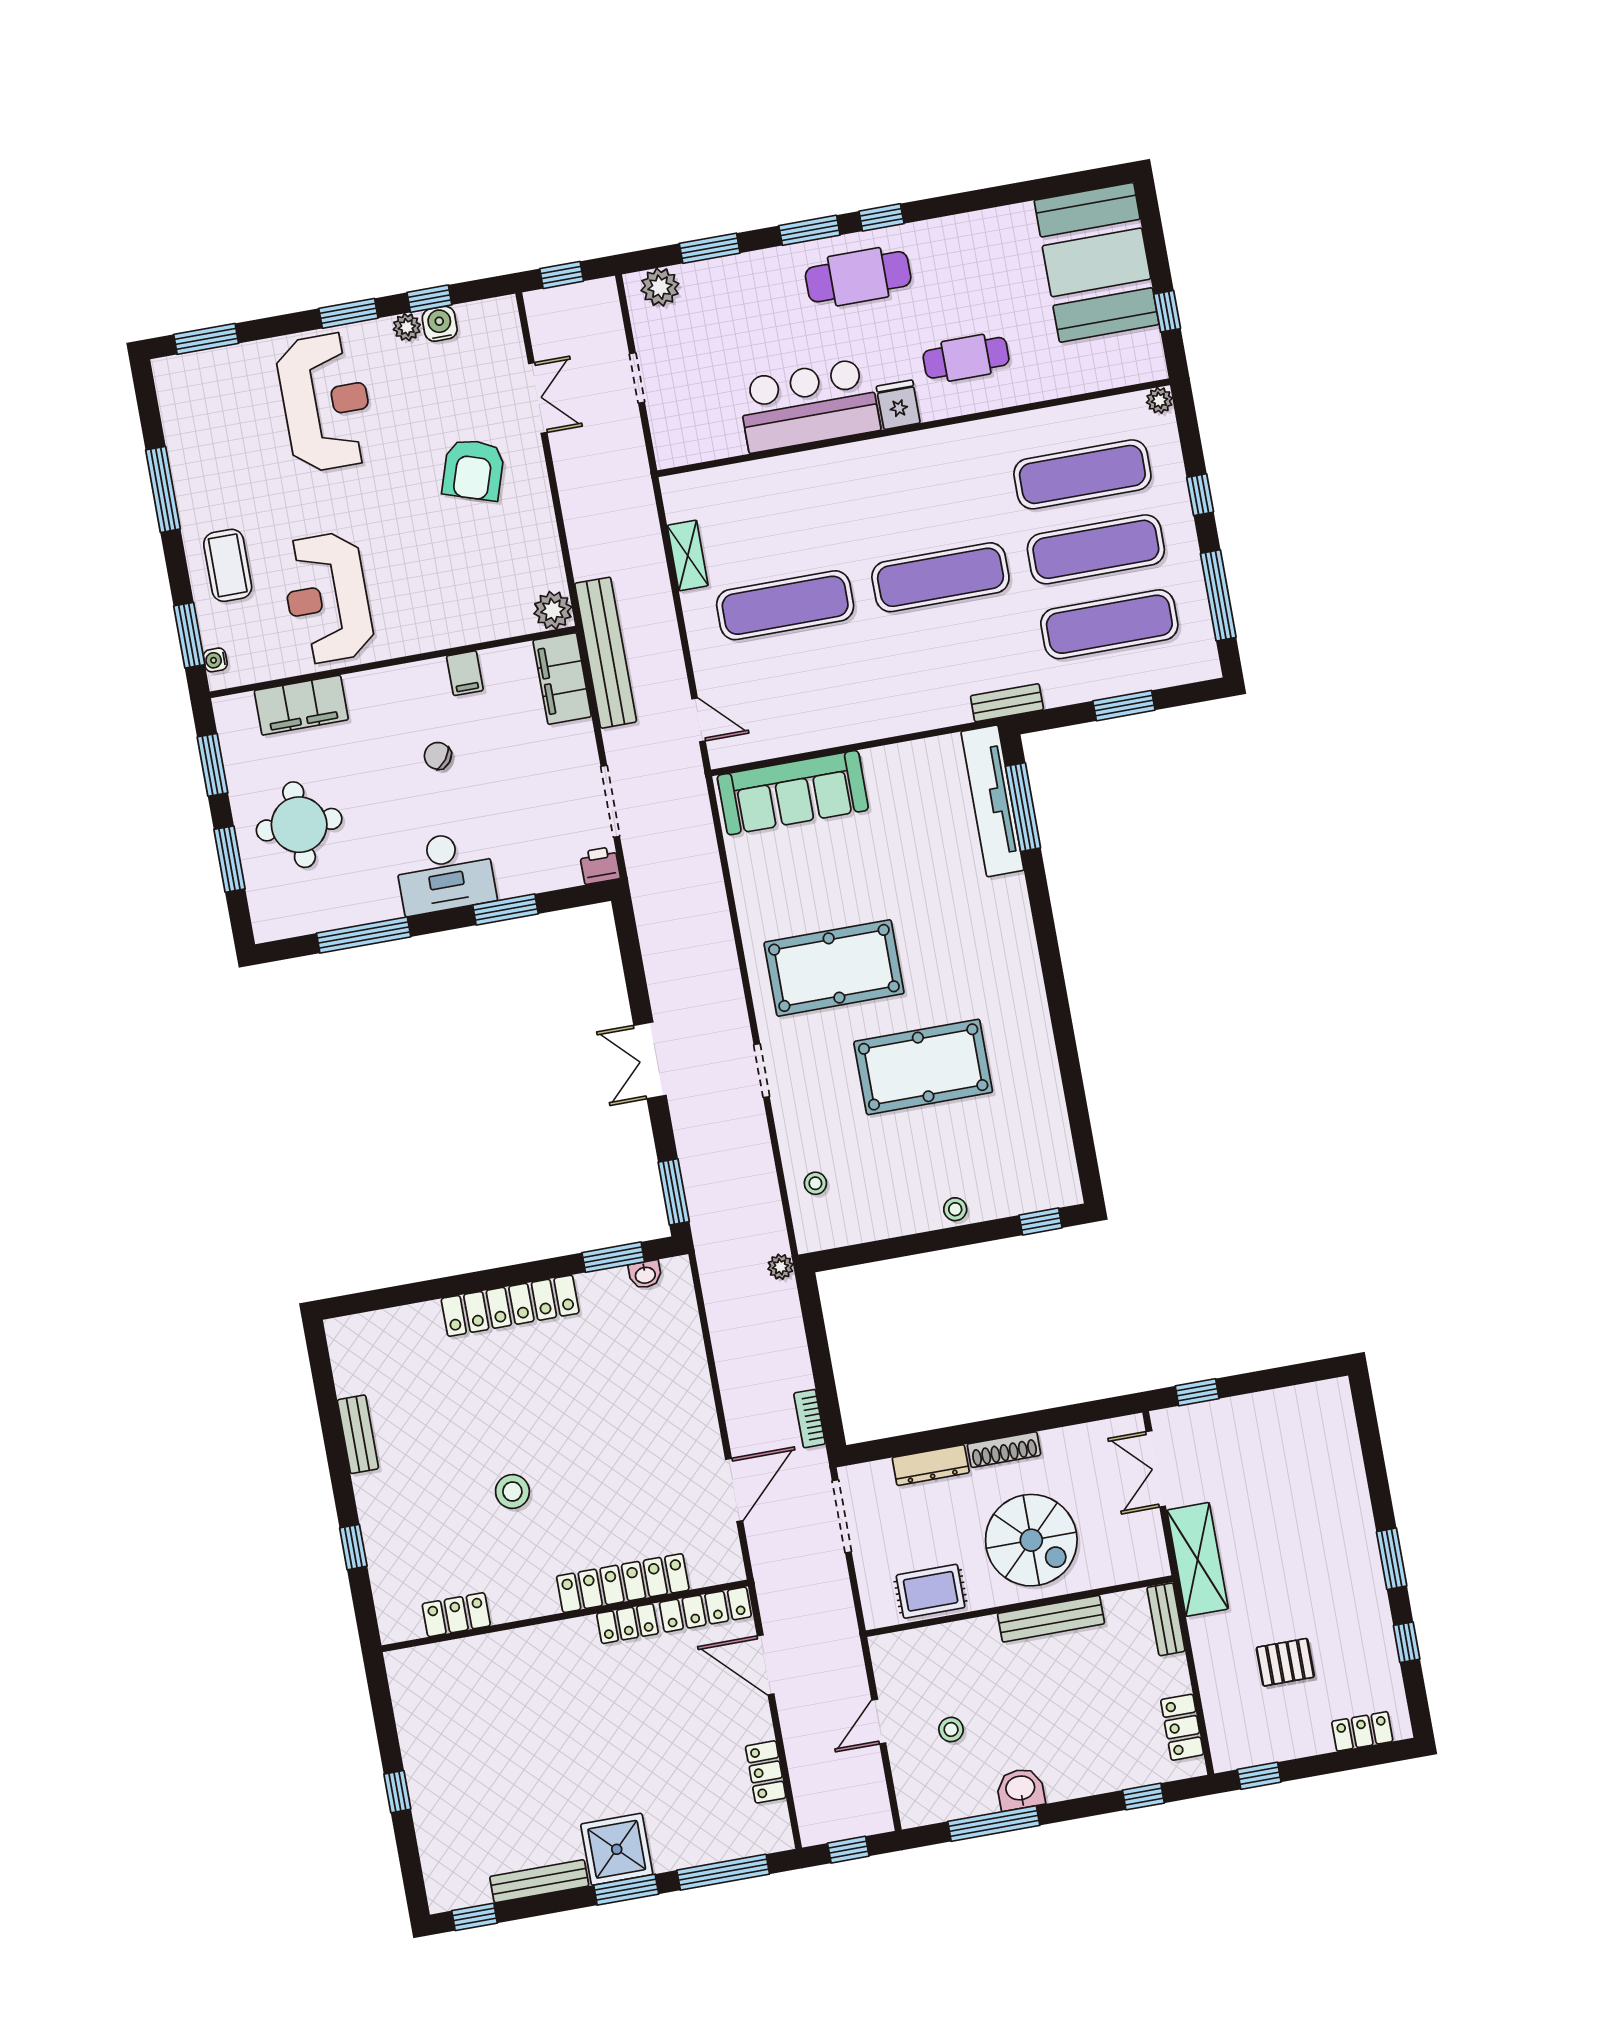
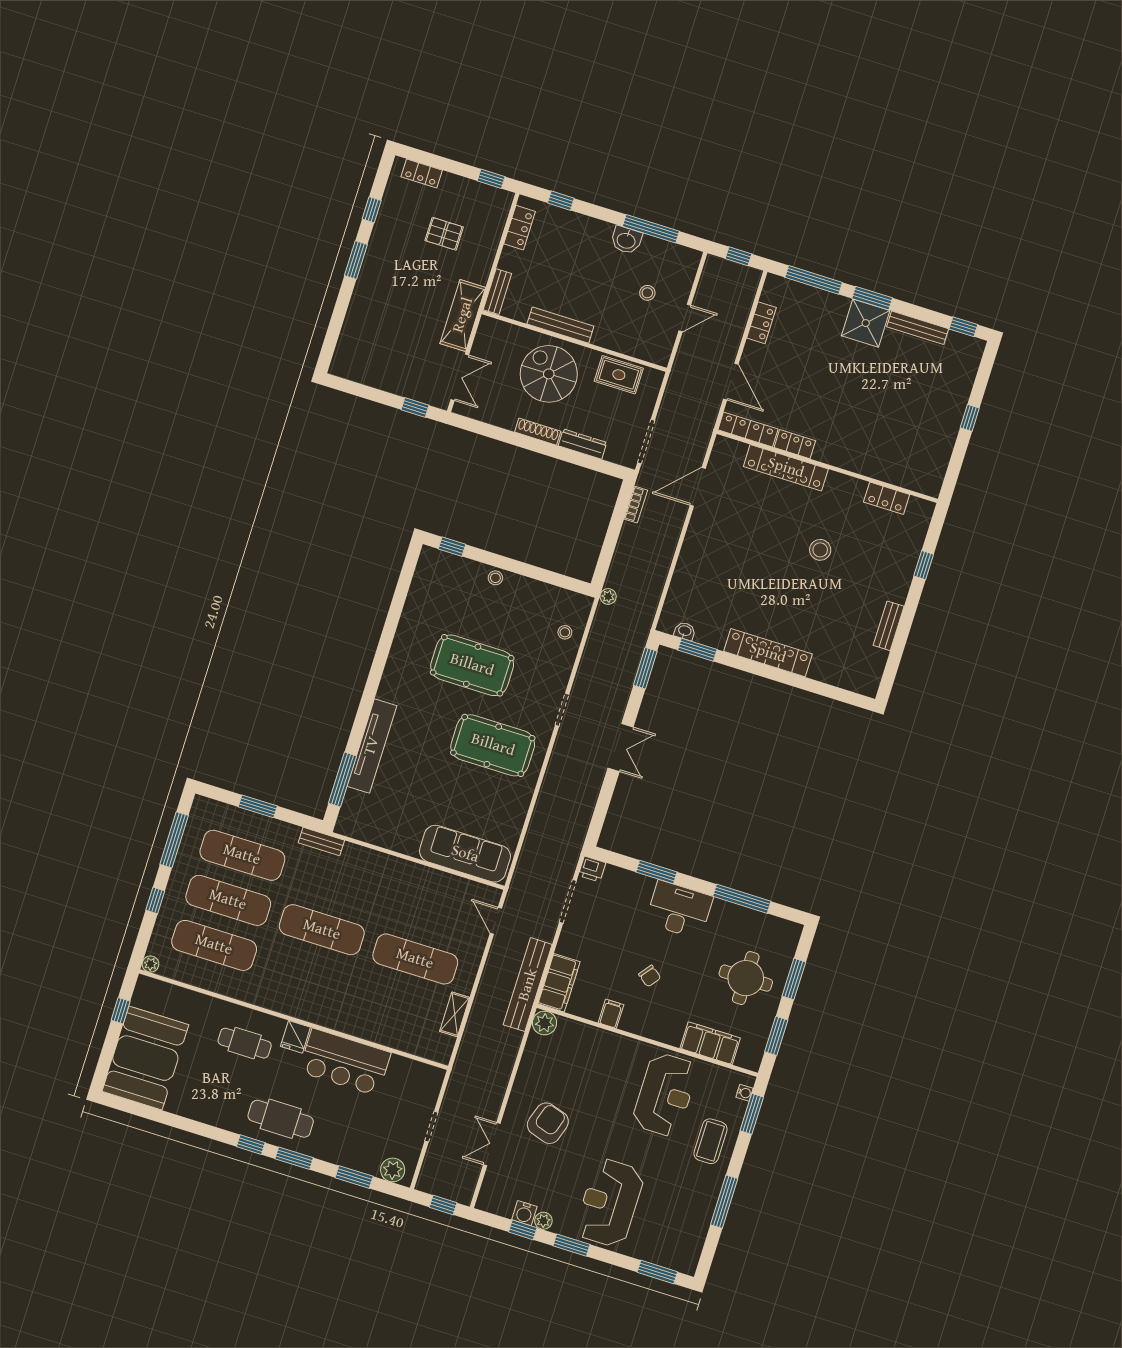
tv unit: (992, 801) -> (372, 746), moved

